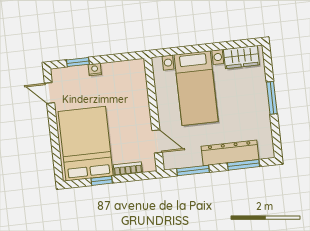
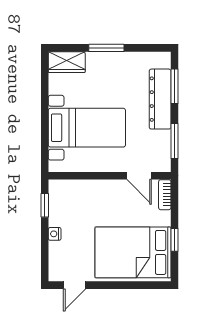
wardrobe: (241, 57) -> (67, 62), moved, turned 90
window: (78, 62) -> (45, 205), moved
door: (157, 141) -> (139, 176), swing flipped
bookcase: (128, 169) -> (165, 195), moved

